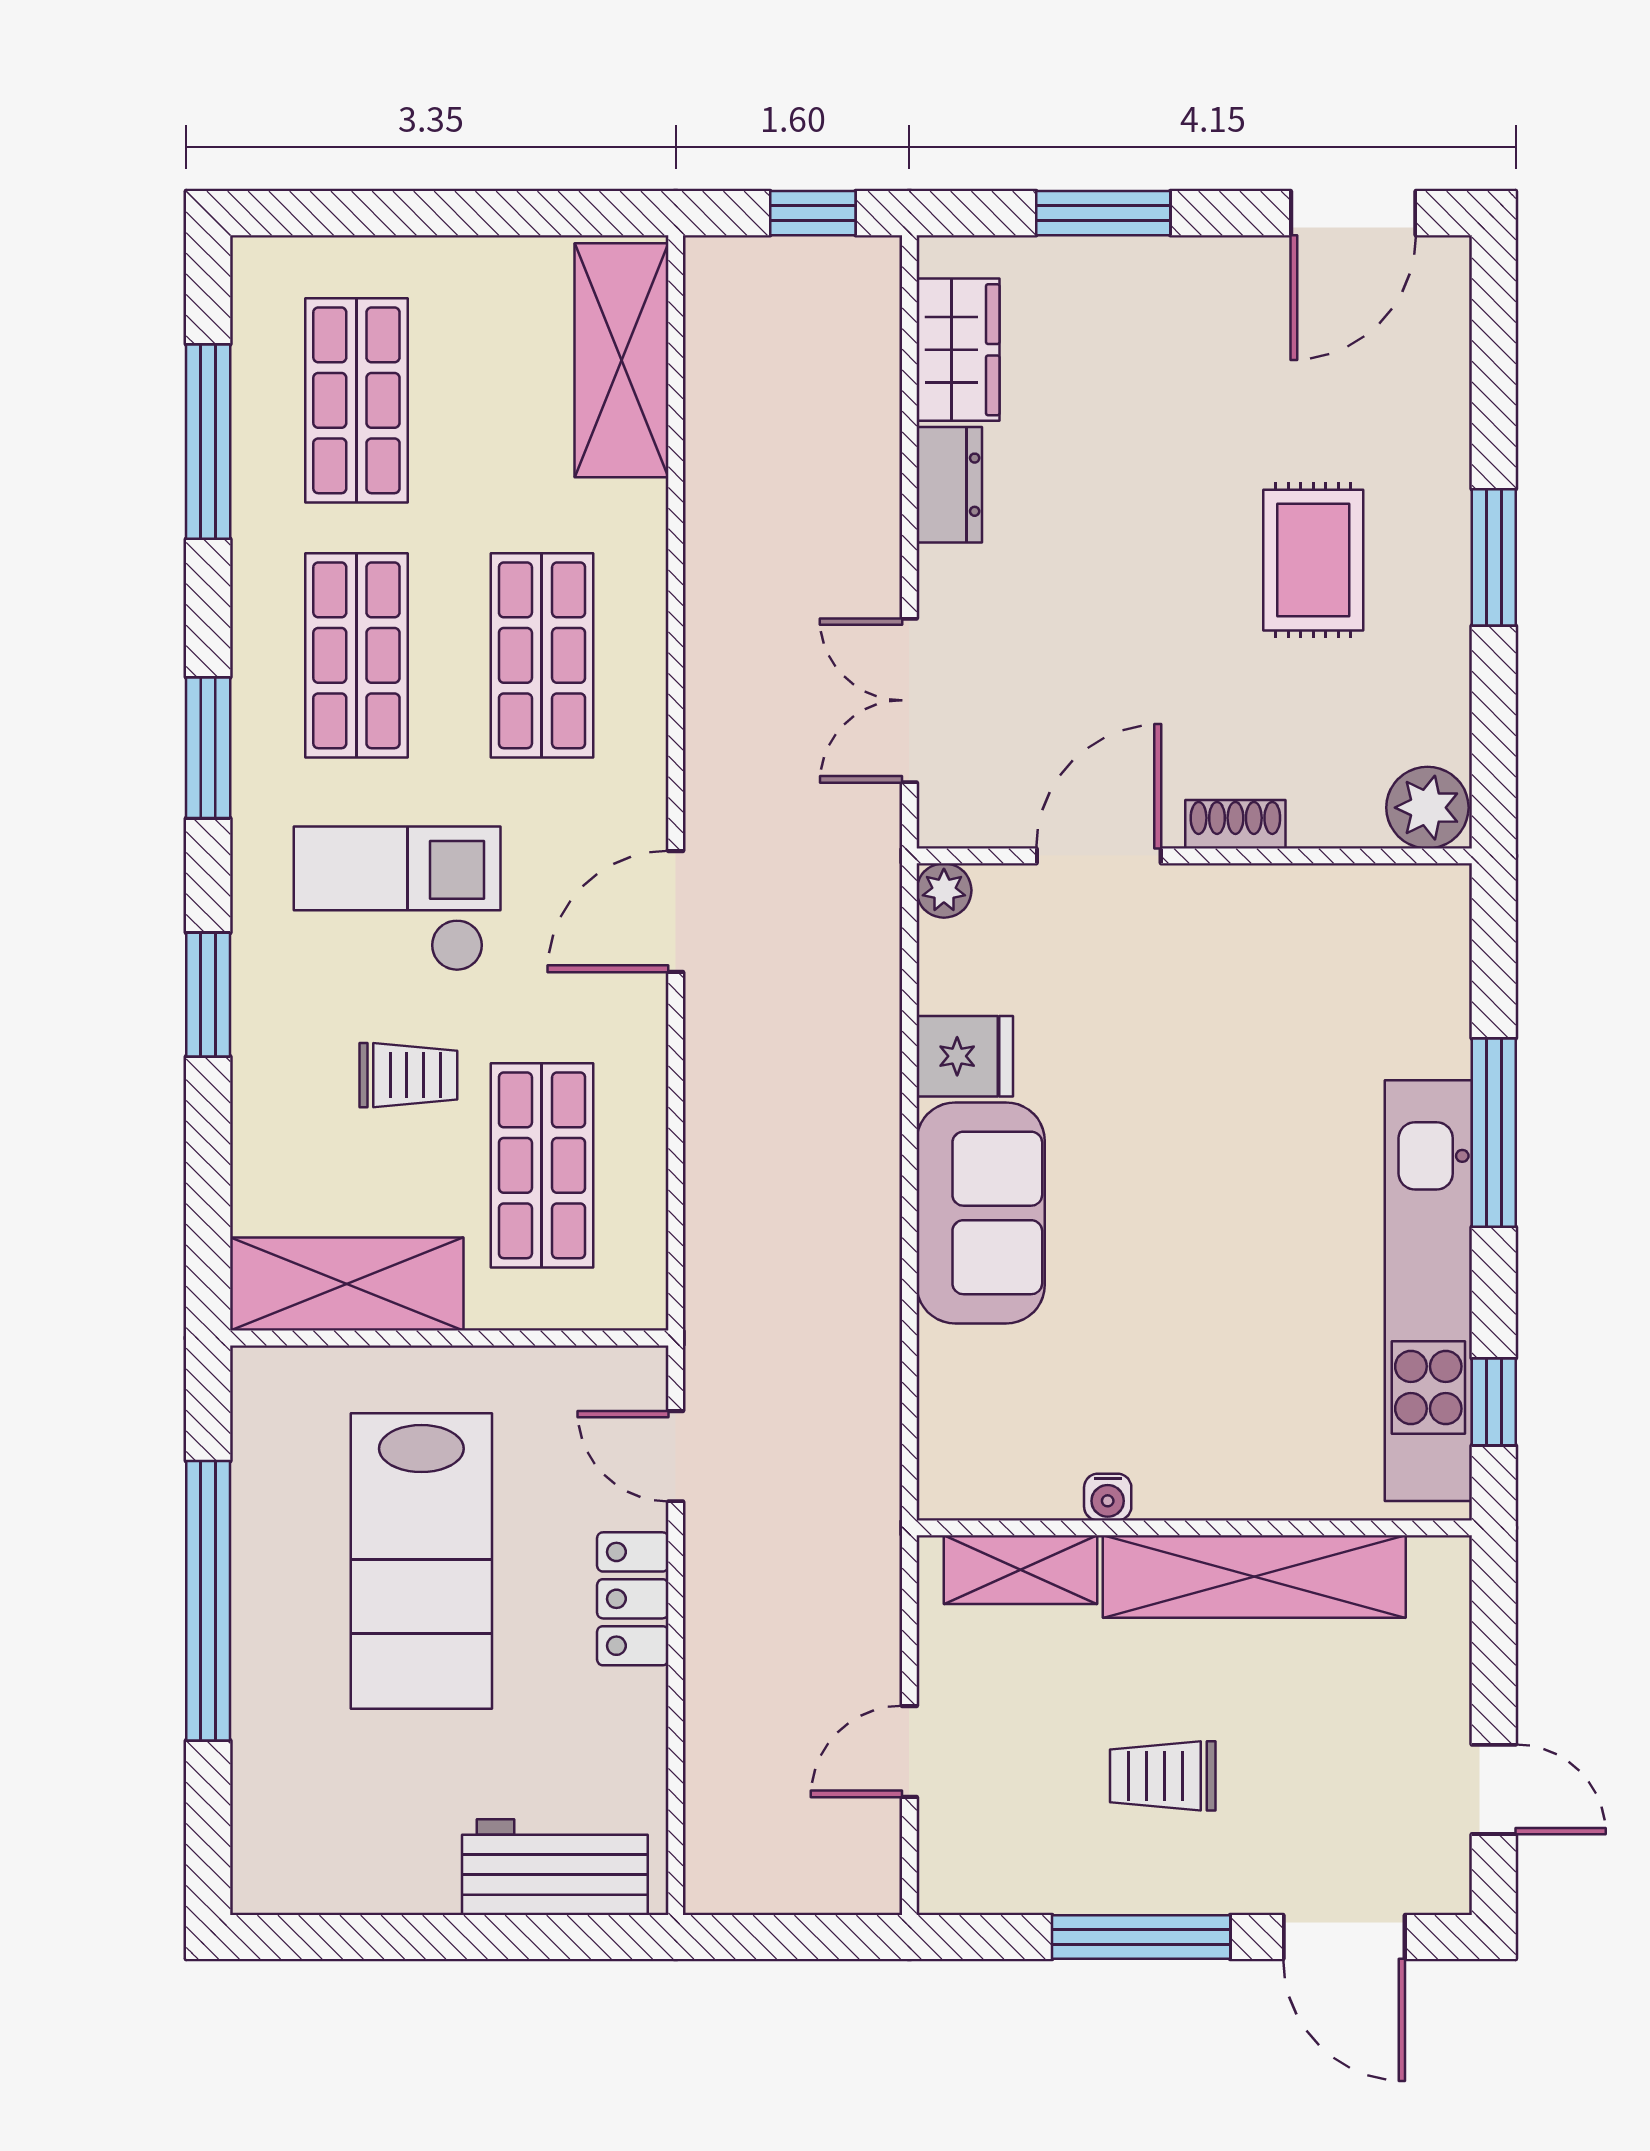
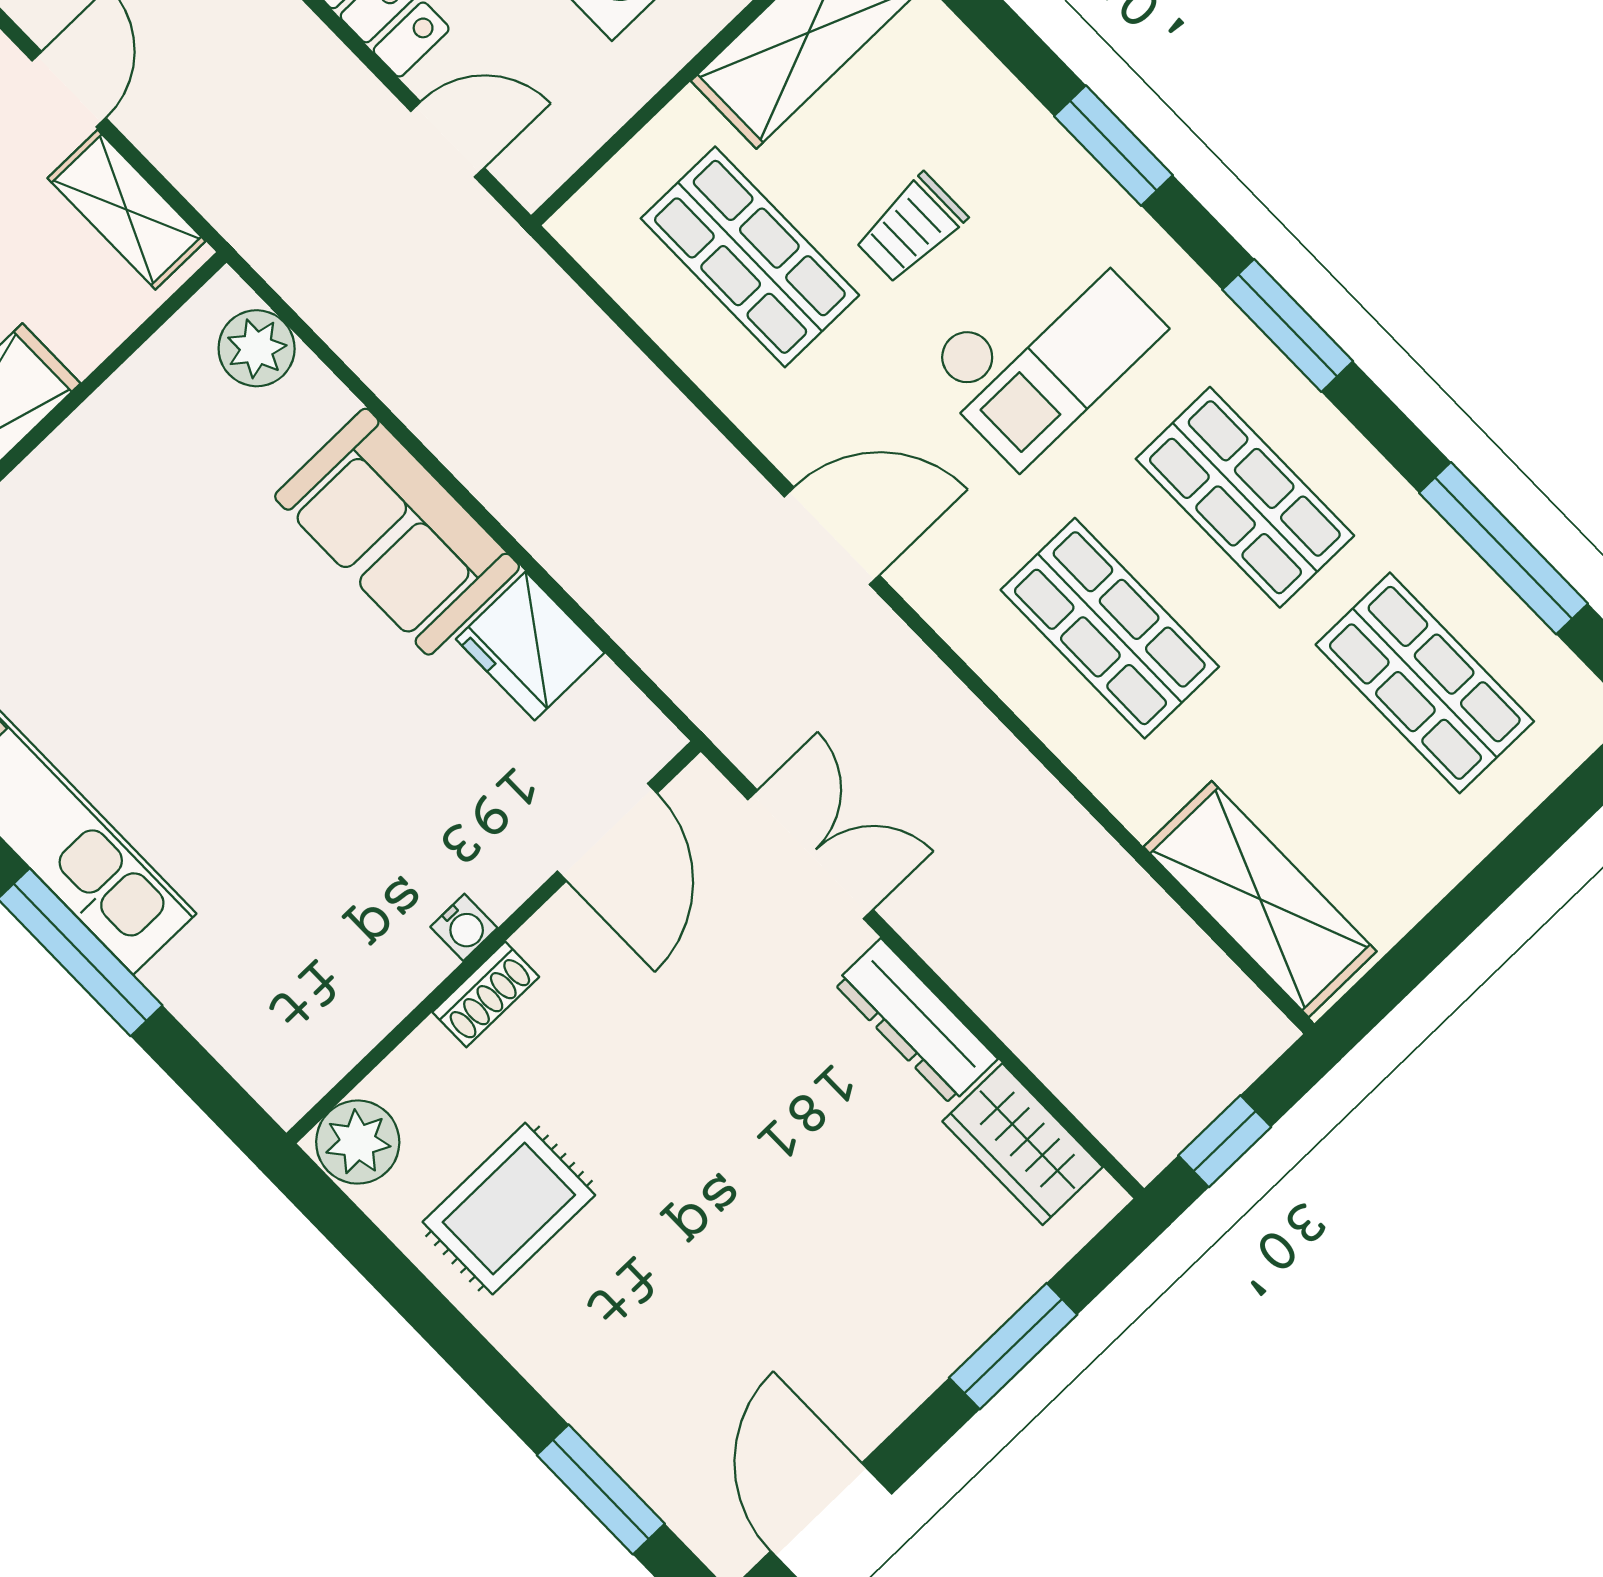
dresser: (949, 485) -> (916, 1021), width x1.44
window: (1494, 557) -> (601, 1489), moved
rug: (1313, 560) -> (509, 1209), moved, turned 90
door: (1099, 856) -> (607, 832), moved
plant: (944, 890) -> (257, 348), moved, width x1.38, depth x1.38
door: (676, 912) -> (832, 536), hinge flipped
fridge: (965, 1056) -> (530, 646), width x1.38
water cooler: (1108, 1497) -> (464, 927), moved, turned 180
shelving: (1020, 1570) -> (127, 210), moved, turned 90

